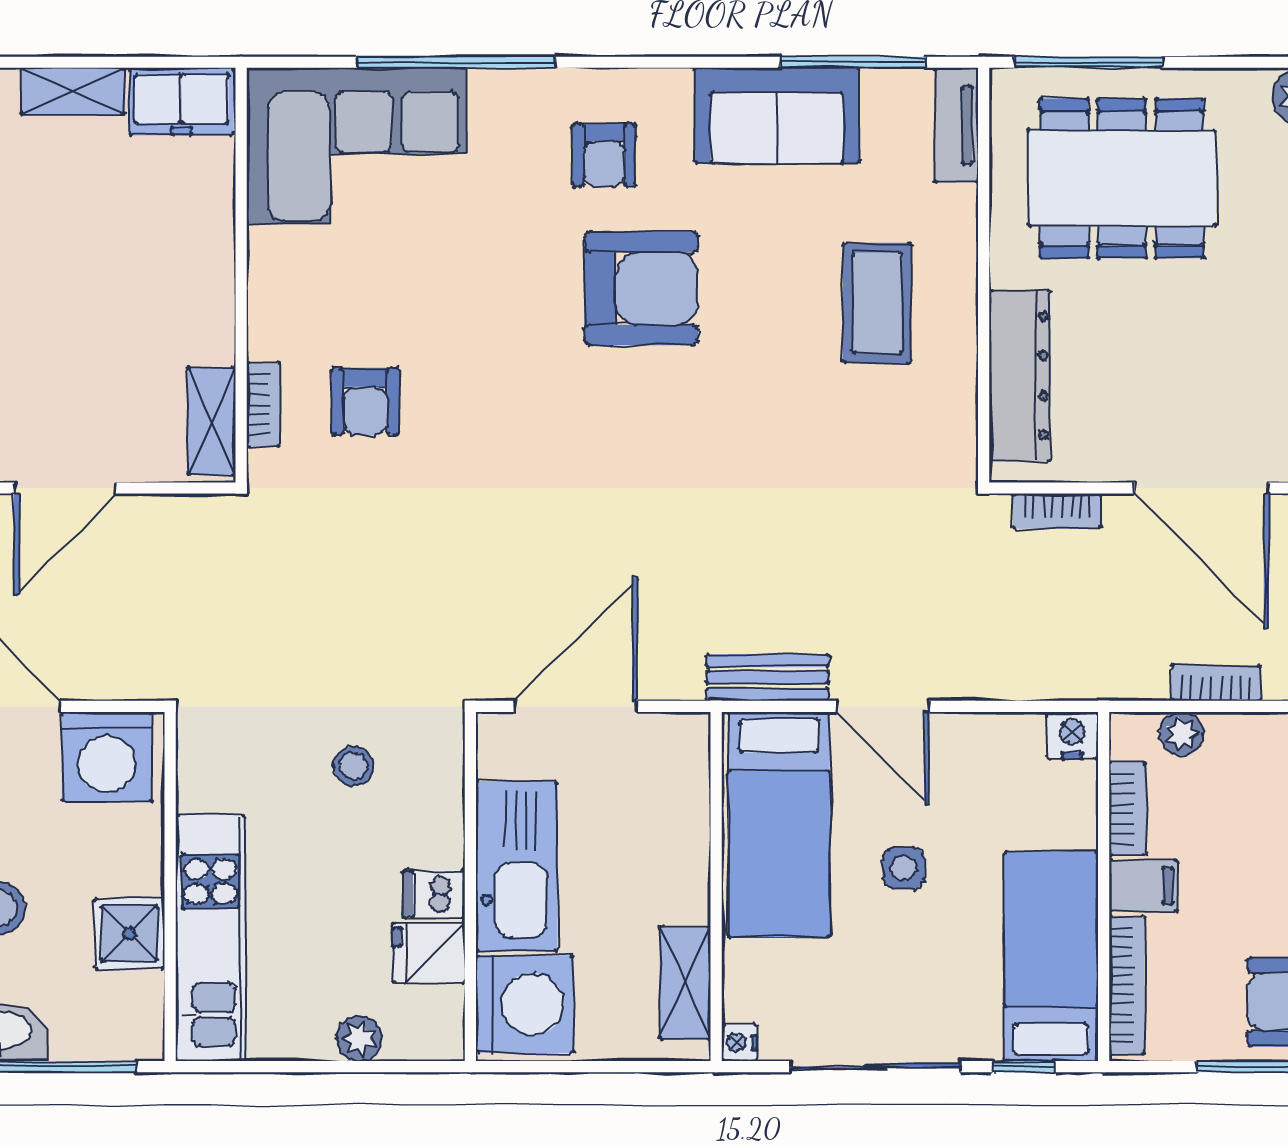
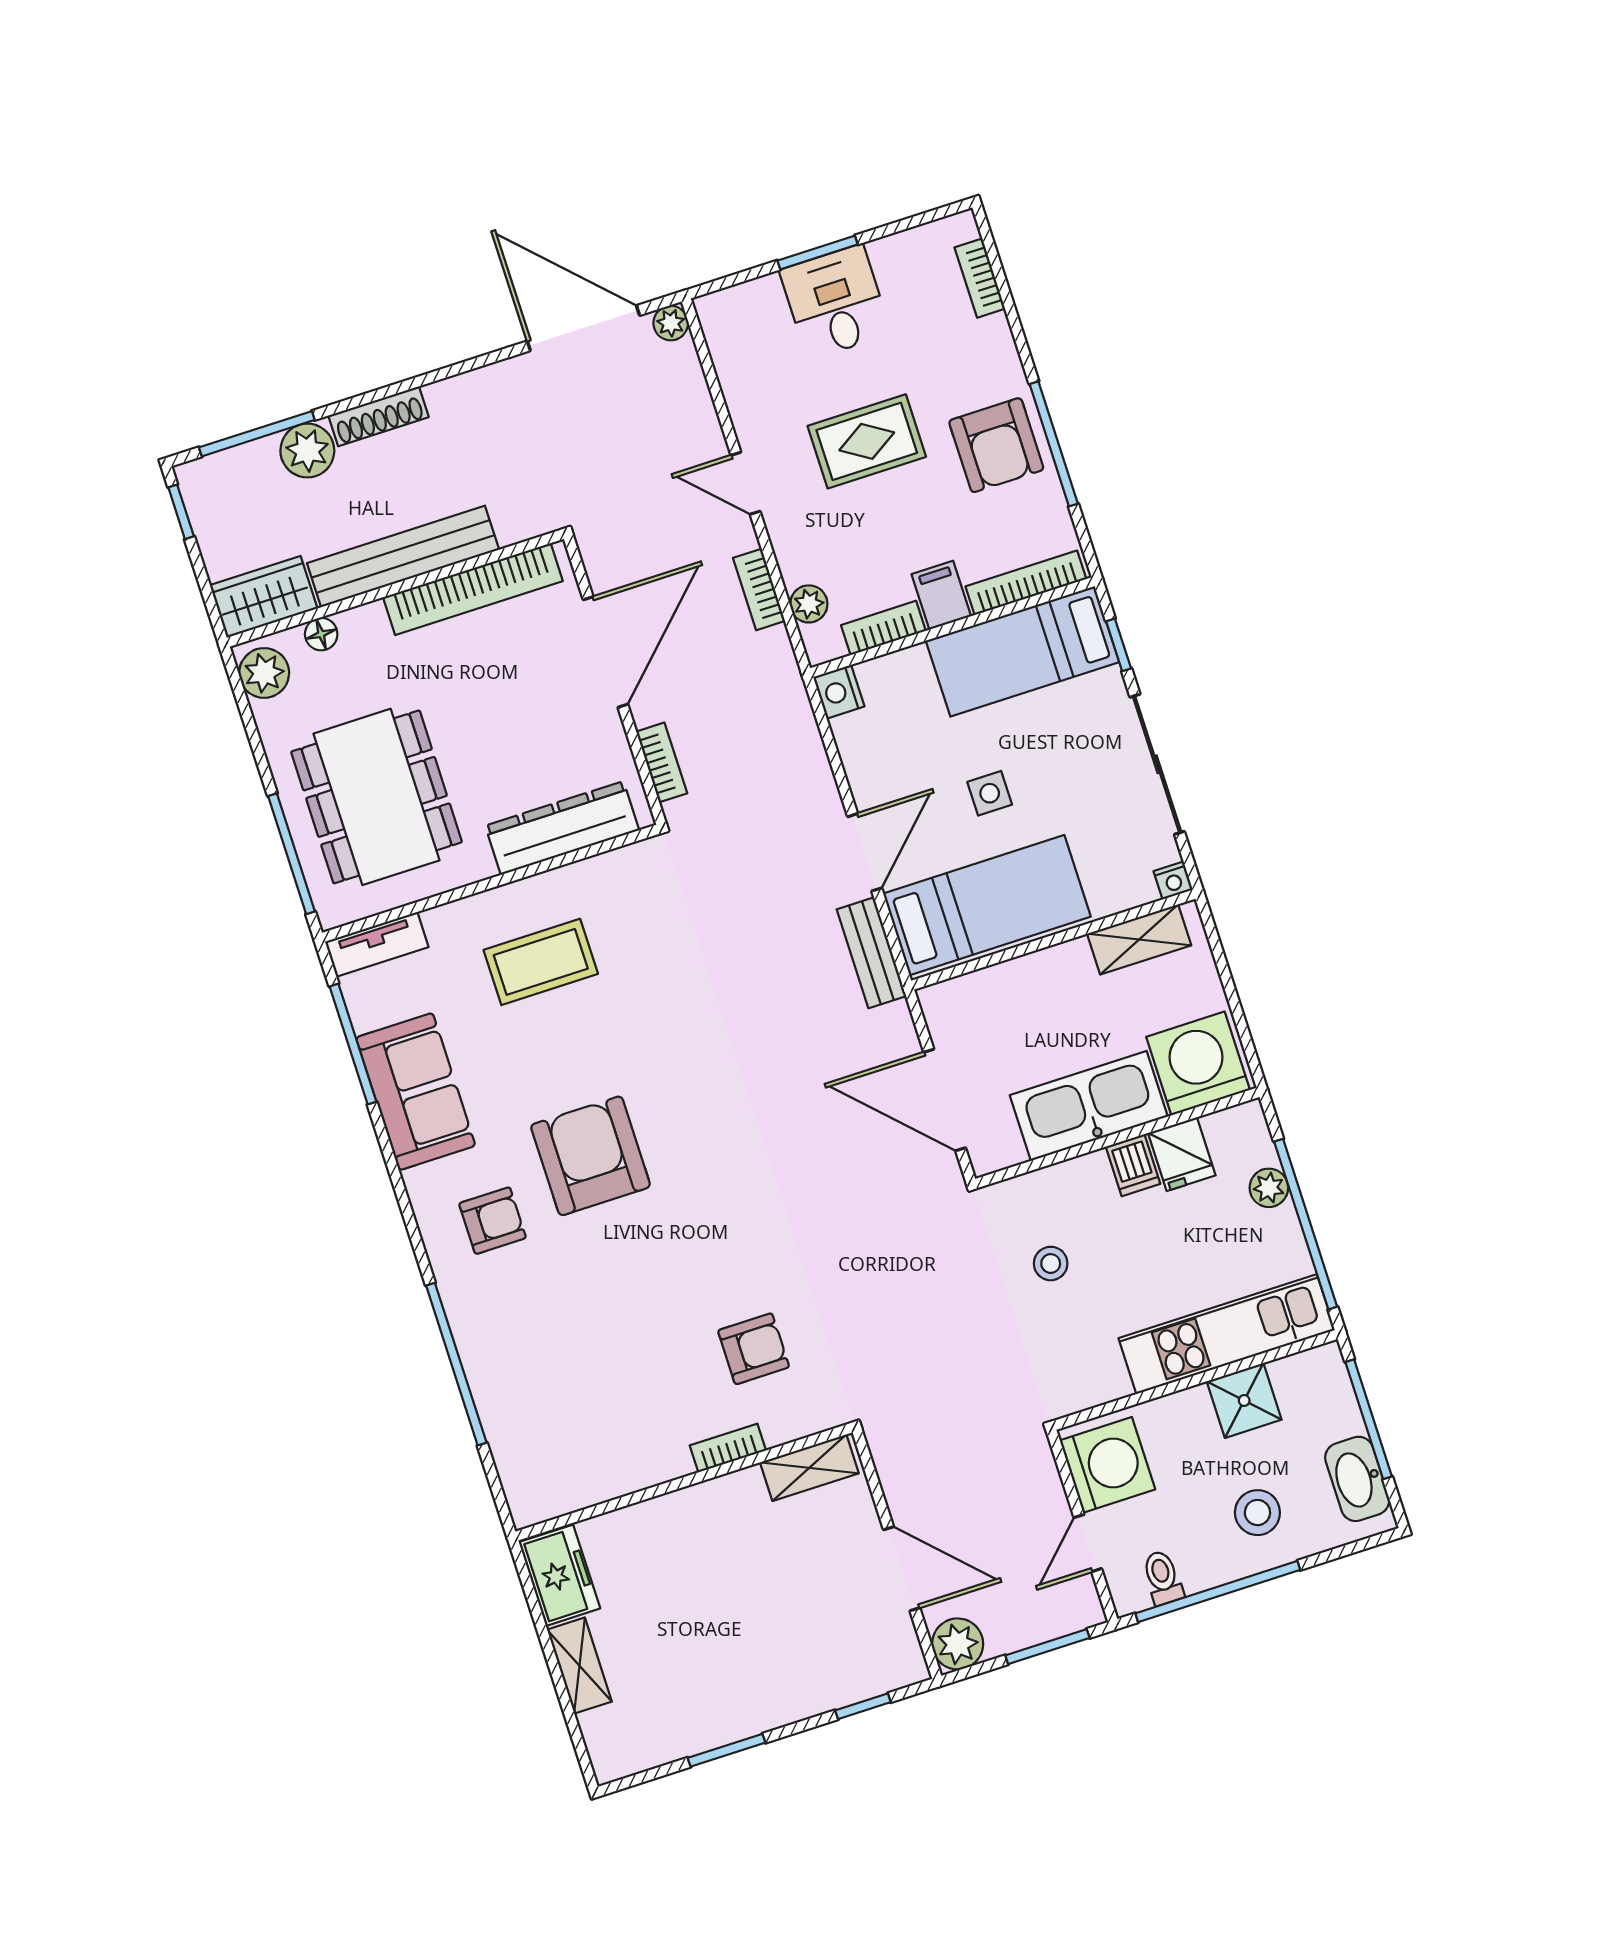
corner sofa: (356, 146) -> (550, 1423), removed
bookcase: (263, 404) -> (728, 1448), moved
window: (305, 1067) -> (1306, 1224), added

